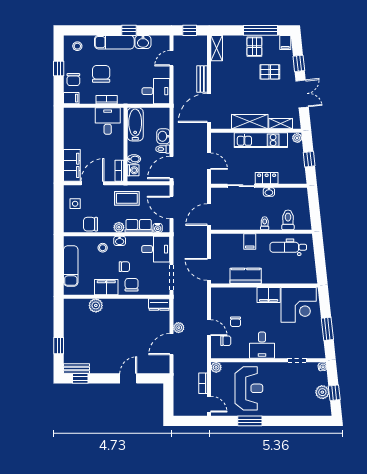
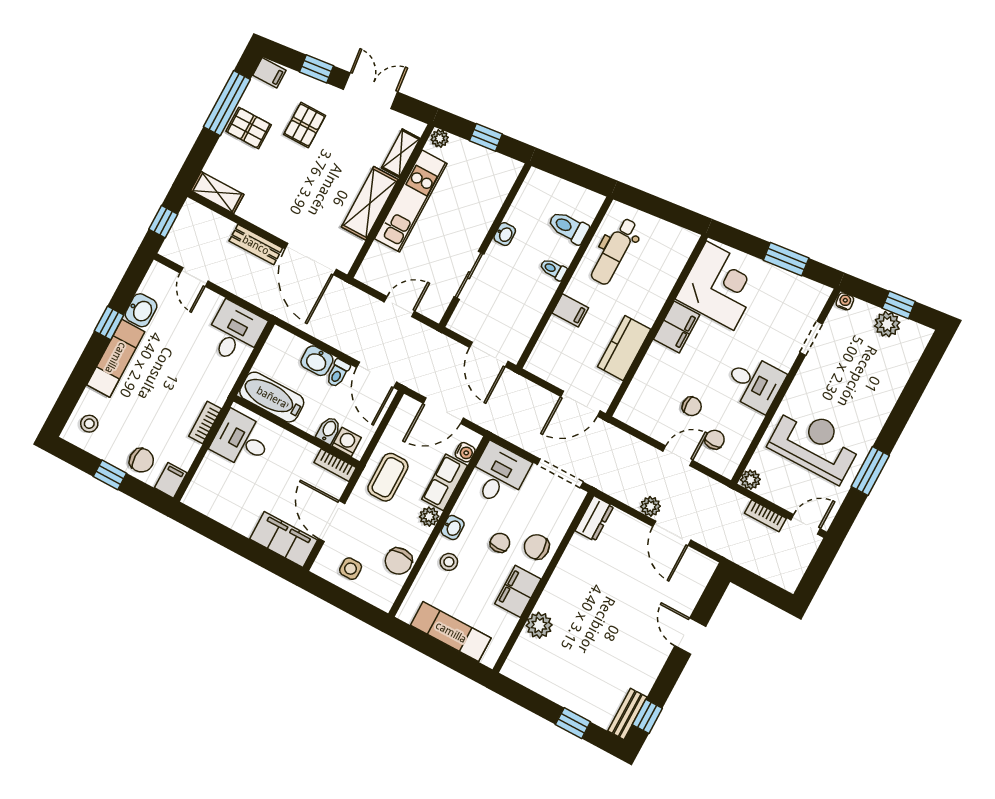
chair: (101, 74) -> (157, 409), removed
locker: (267, 178) -> (479, 226), removed

